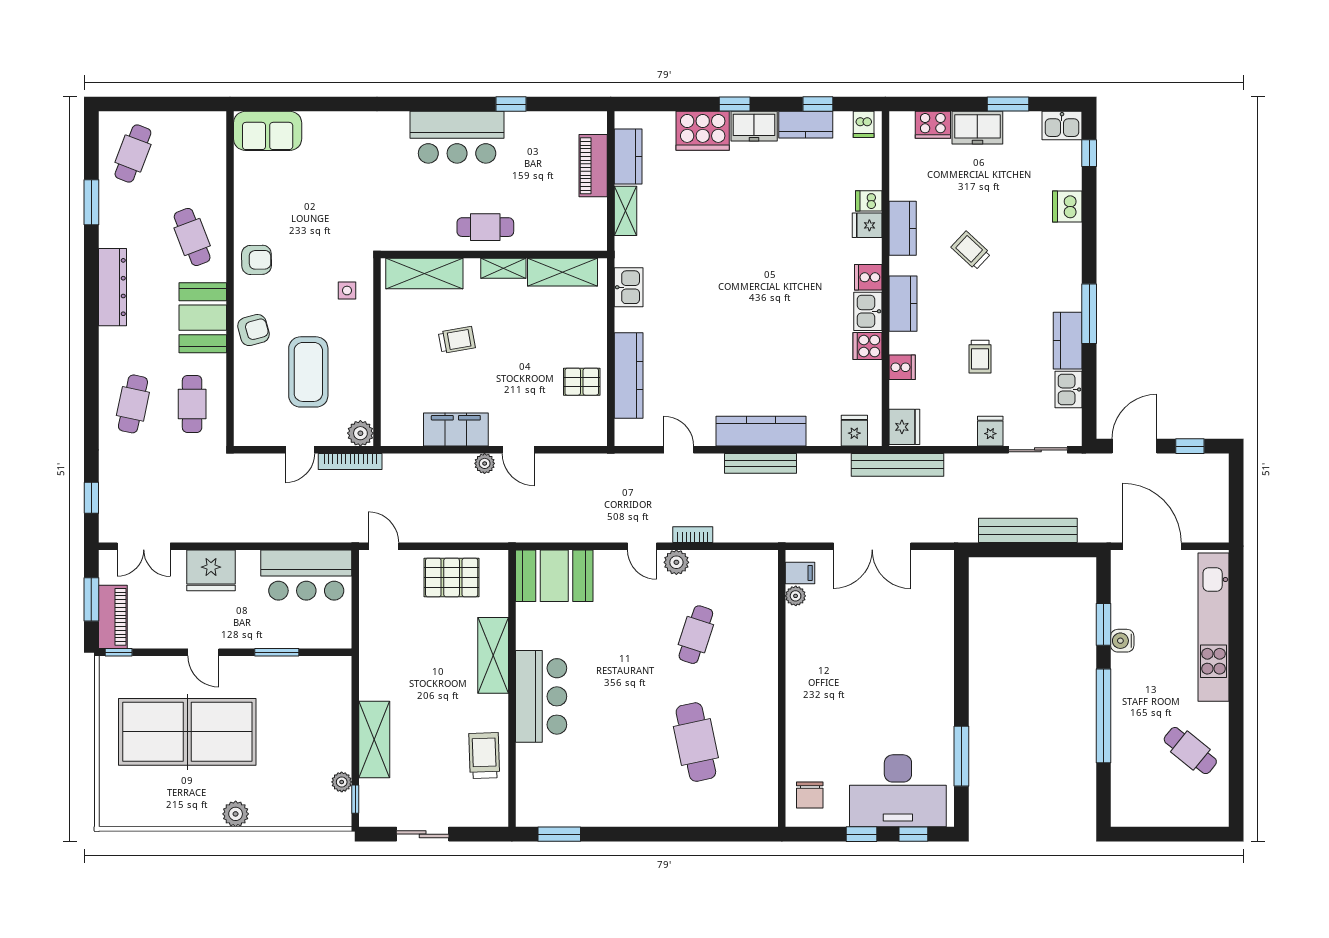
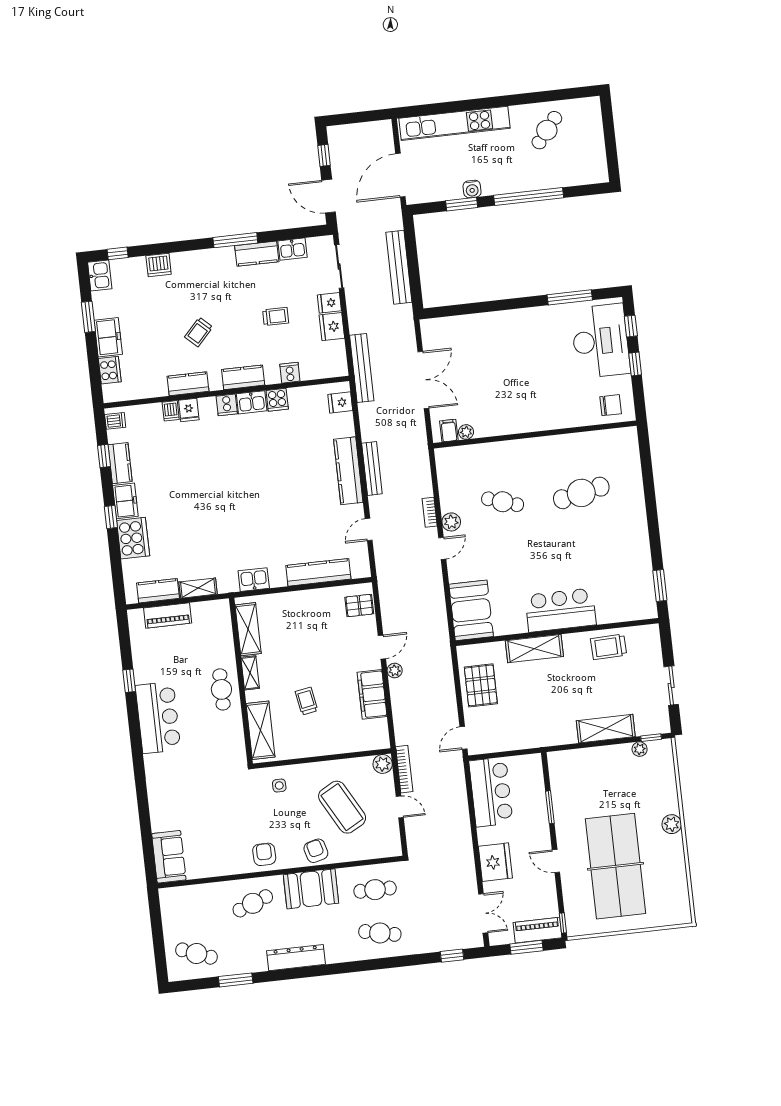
coffee table: (308, 372) -> (342, 807), turned 61
pallet: (582, 382) -> (359, 605), moved, turned 90
fridge: (904, 427) -> (332, 327), moved, turned -90
door: (203, 652) -> (556, 861), swing flipped

